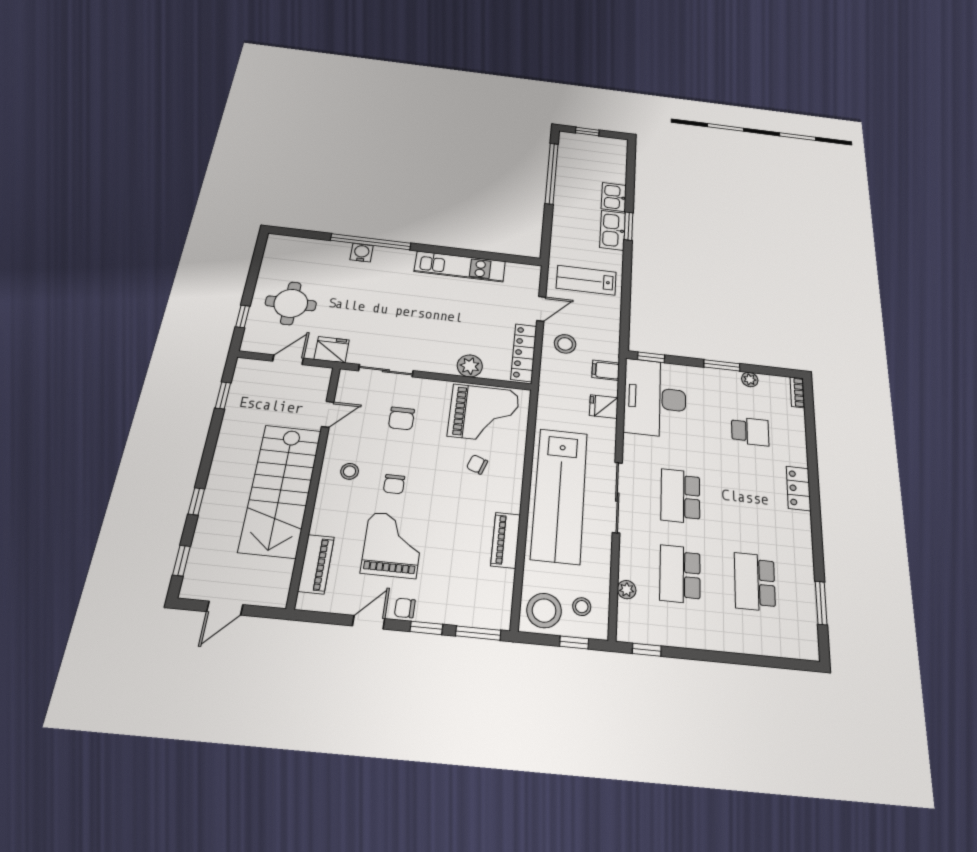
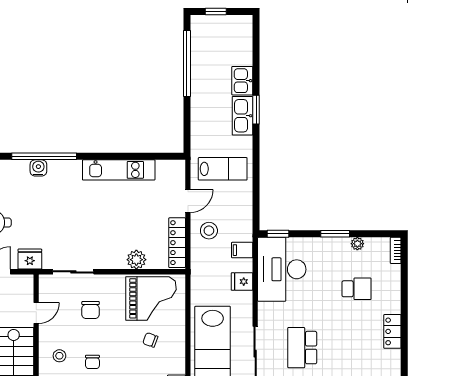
lab bench: (586, 280) -> (223, 169), turned 180

